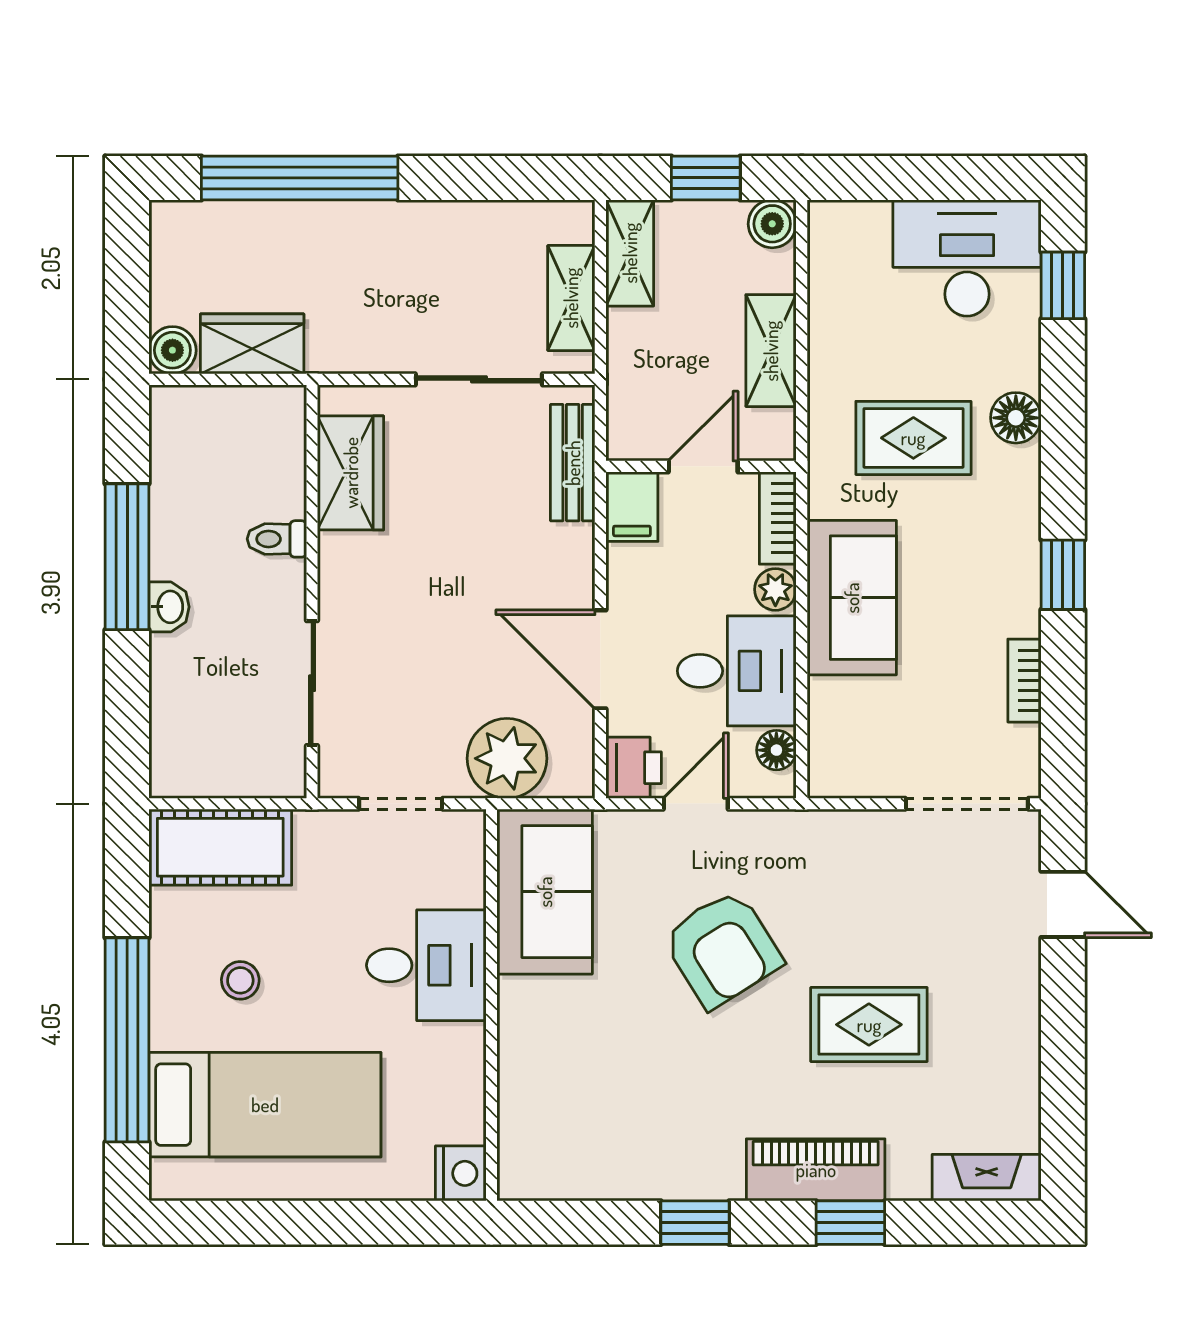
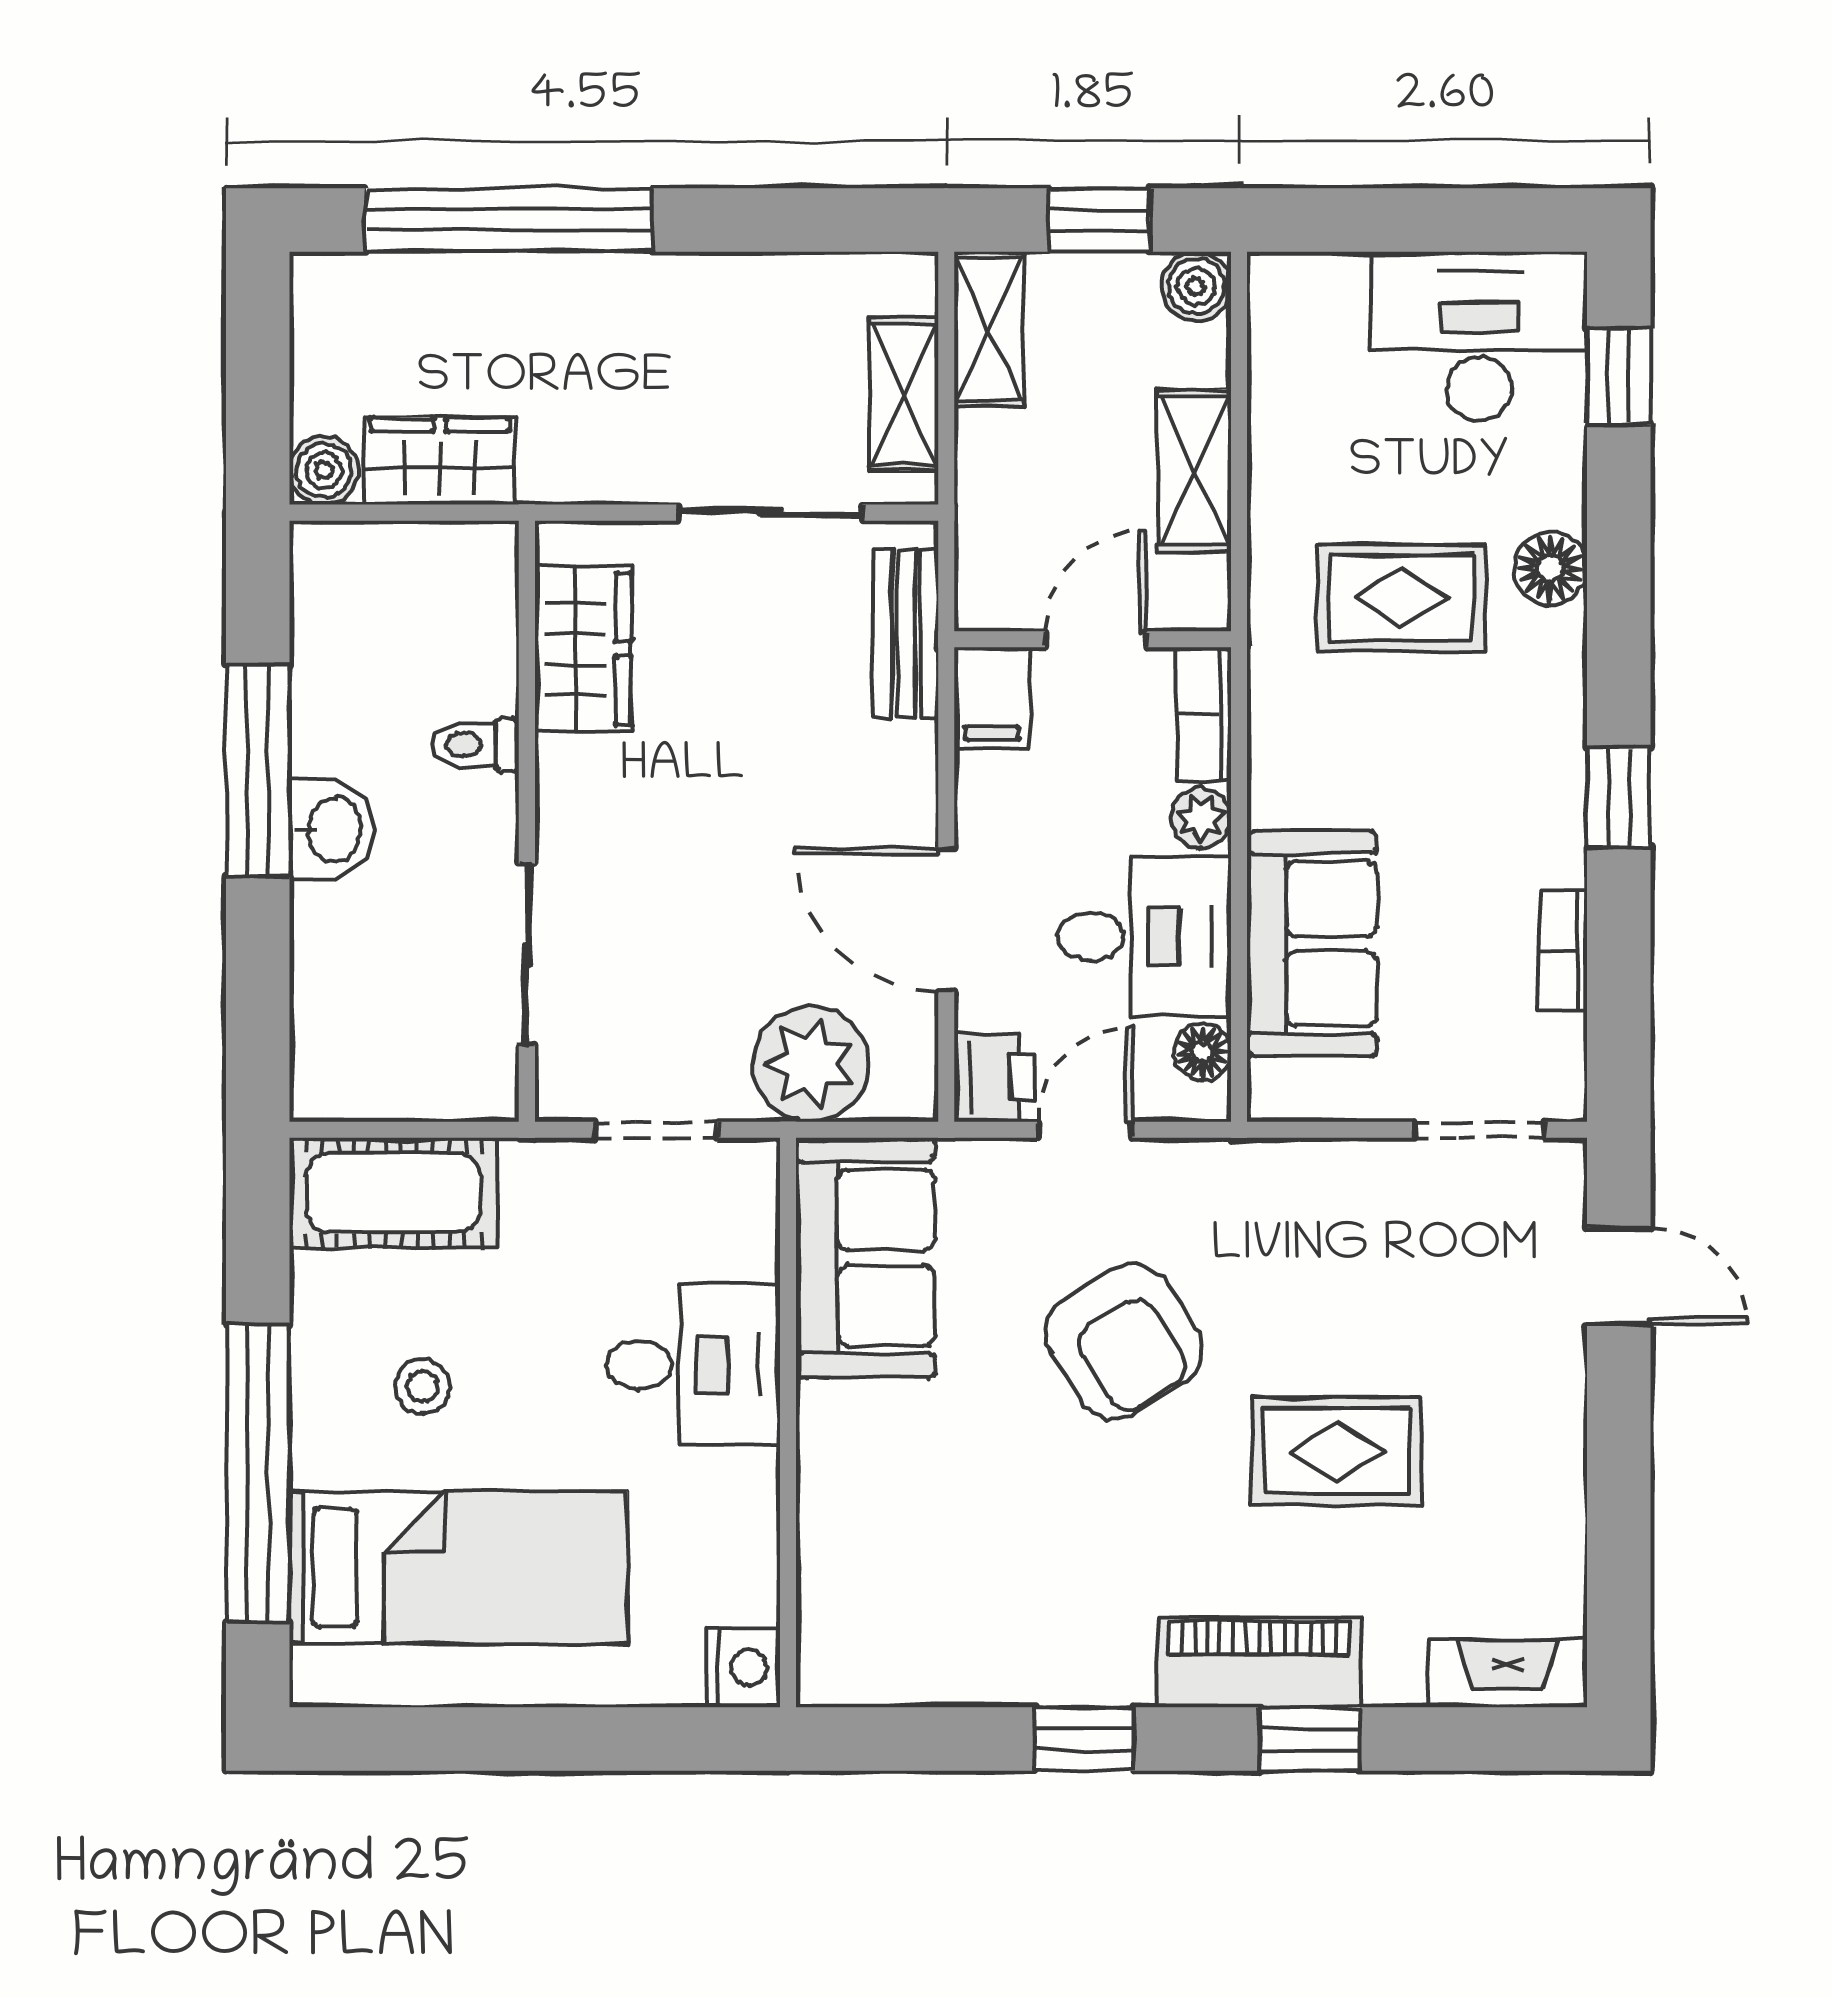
sofa: (852, 598) -> (1312, 944), moved
washbasin: (169, 607) -> (332, 830), width x1.38, depth x1.45
doorway: (967, 804) -> (1479, 1130), width x0.73

